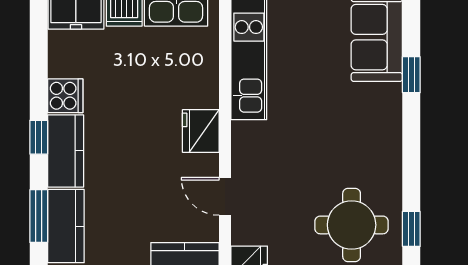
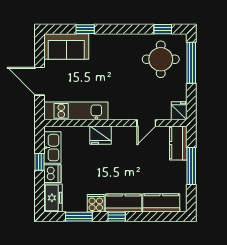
fridge: (201, 131) -> (101, 135), moved
window: (39, 216) -> (79, 217), moved

